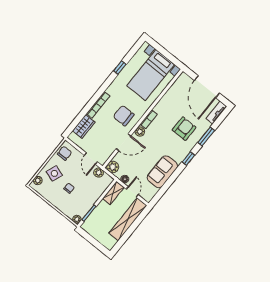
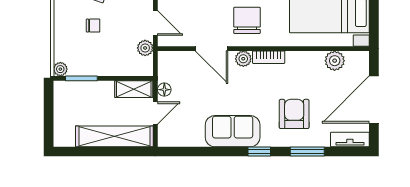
armchair: (184, 129) -> (294, 114), turned -90
door: (91, 159) -> (155, 23), swing flipped
plant: (113, 167) -> (335, 61), moved
sofa: (162, 172) -> (233, 131), moved

